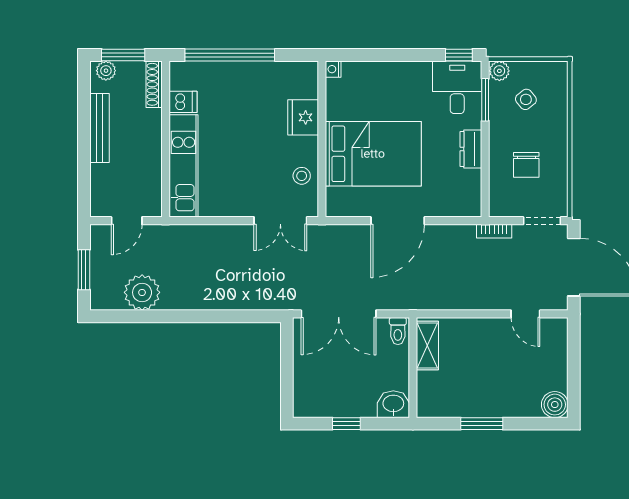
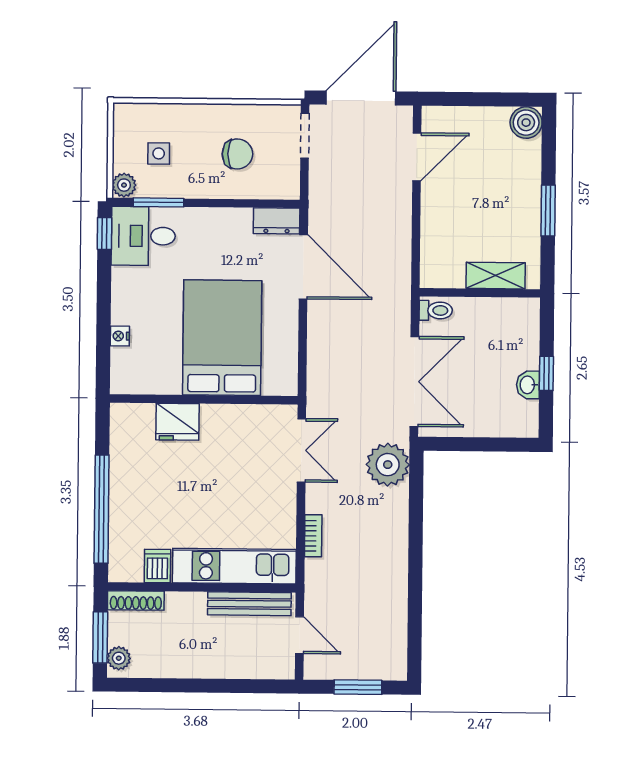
nightstand: (333, 69) -> (120, 336), moved, turned 90
side table: (526, 99) -> (159, 153), turned 38
bench: (99, 128) -> (249, 604), moved
dresser: (471, 149) -> (277, 221), moved
stool: (302, 176) -> (248, 424), removed
door: (398, 221) -> (303, 267), moved
bookcase: (494, 231) -> (313, 536), moved
plant: (142, 292) -> (388, 465), moved
door: (525, 314) -> (417, 157), width x1.38
shelving: (427, 346) -> (496, 276), moved
washbasin: (393, 404) -> (528, 385), moved, width x0.72, depth x0.69

